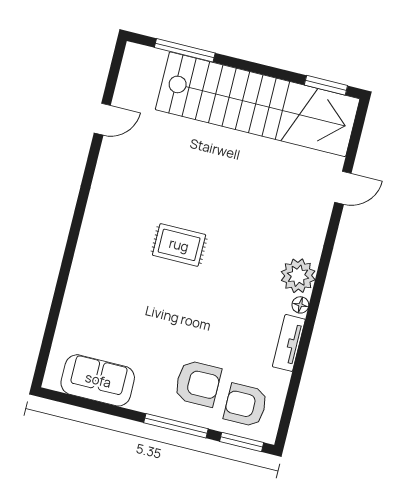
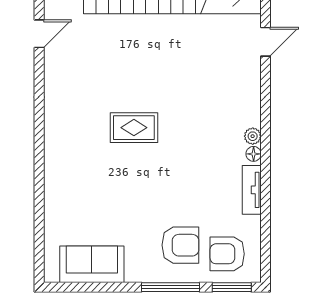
plant: (298, 276) -> (253, 136), width x0.53, depth x0.53

